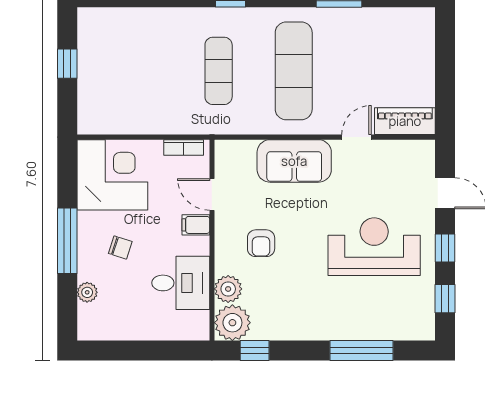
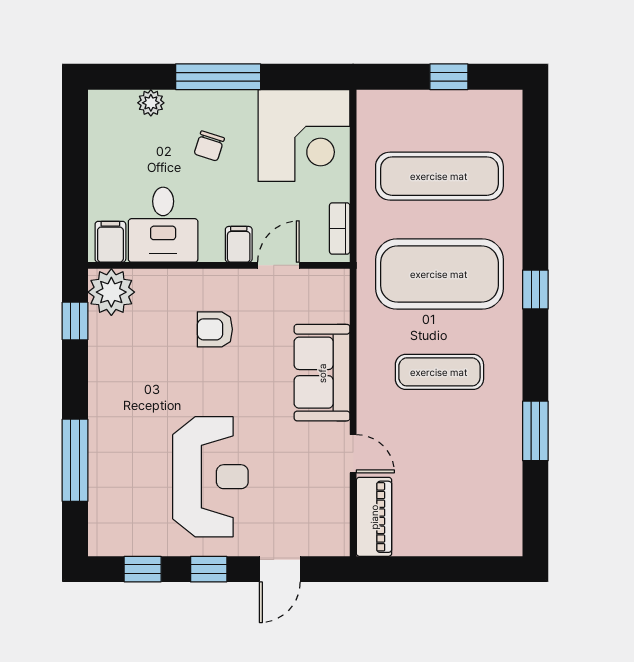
exercise mat: (143, 71) -> (439, 176), added
exercise mat: (219, 71) -> (439, 274), width x2.00, depth x1.45
exercise mat: (294, 71) -> (439, 372), width x0.73, depth x0.69
plant: (228, 289) -> (155, 286), removed
filing cabinet: (194, 323) -> (110, 242), added

